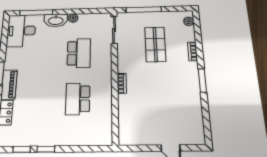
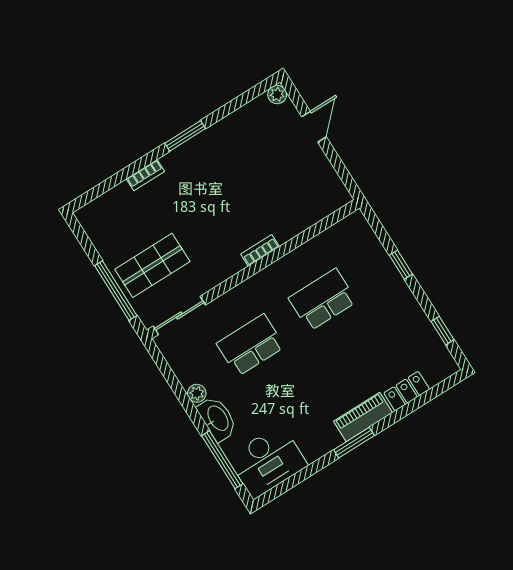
plant: (189, 21) -> (277, 95), moved
shop shelf: (155, 44) -> (152, 265), moved
school desk: (78, 99) -> (323, 300), turned 180
window: (46, 149) -> (401, 265), moved

